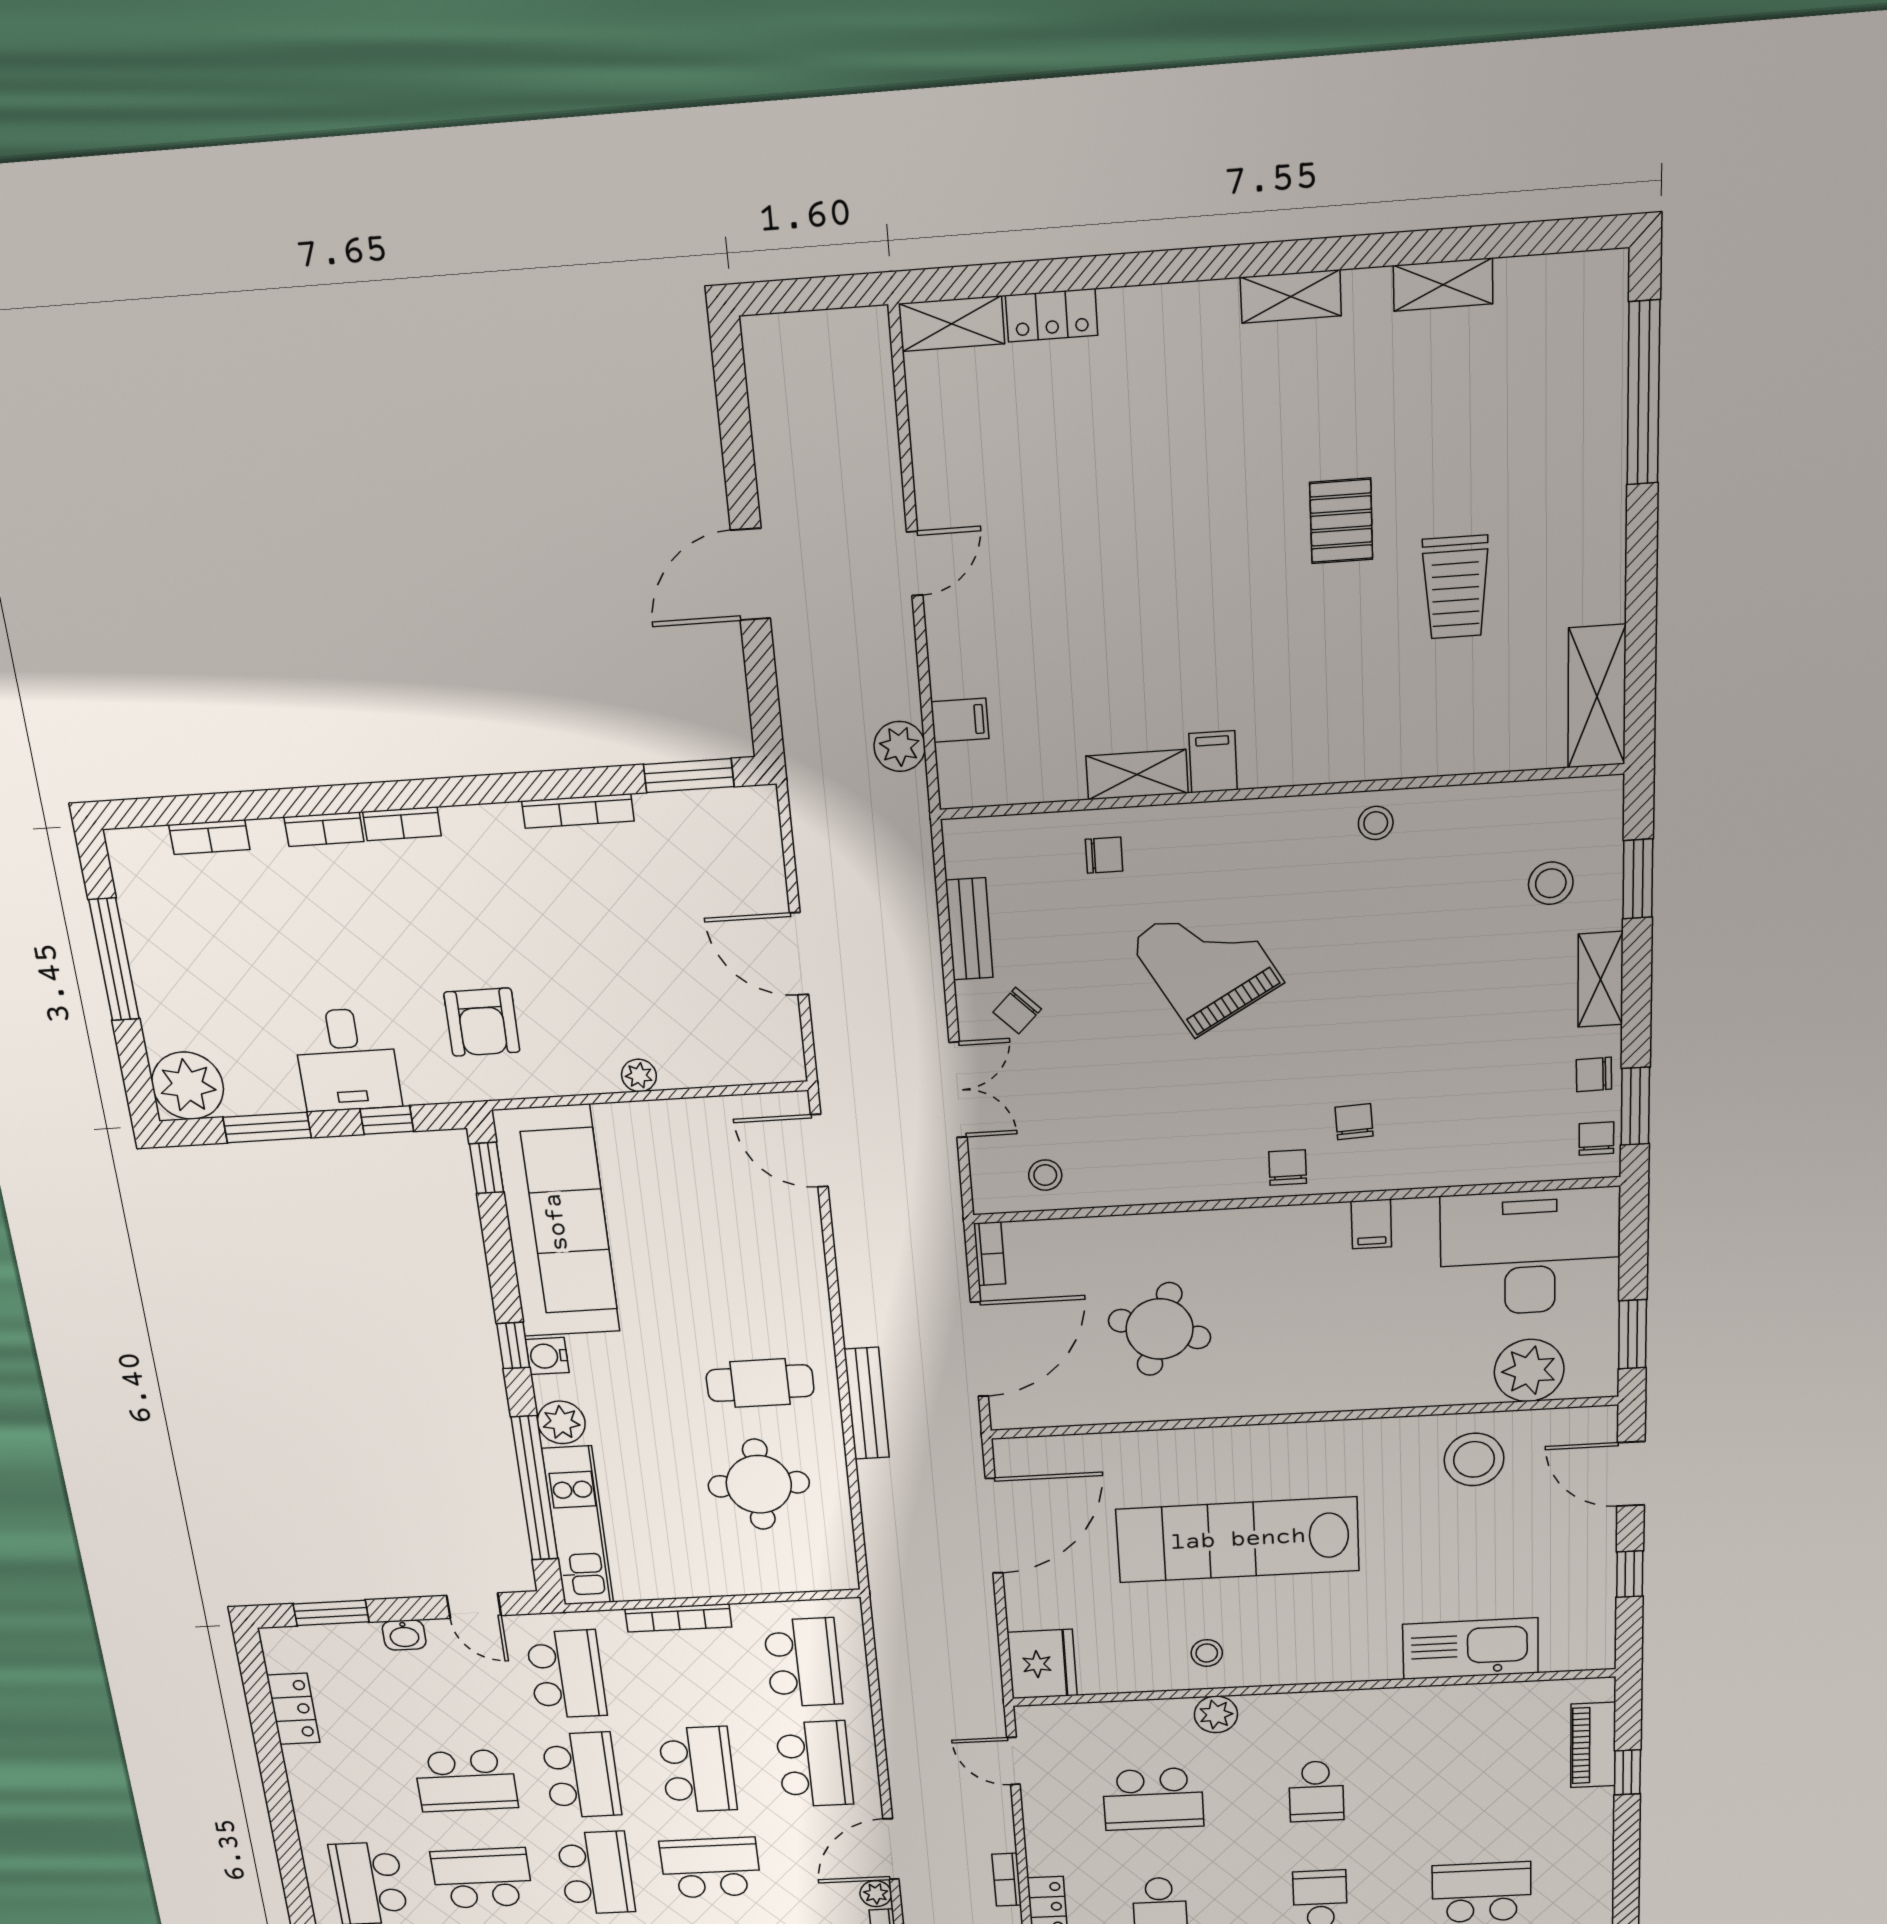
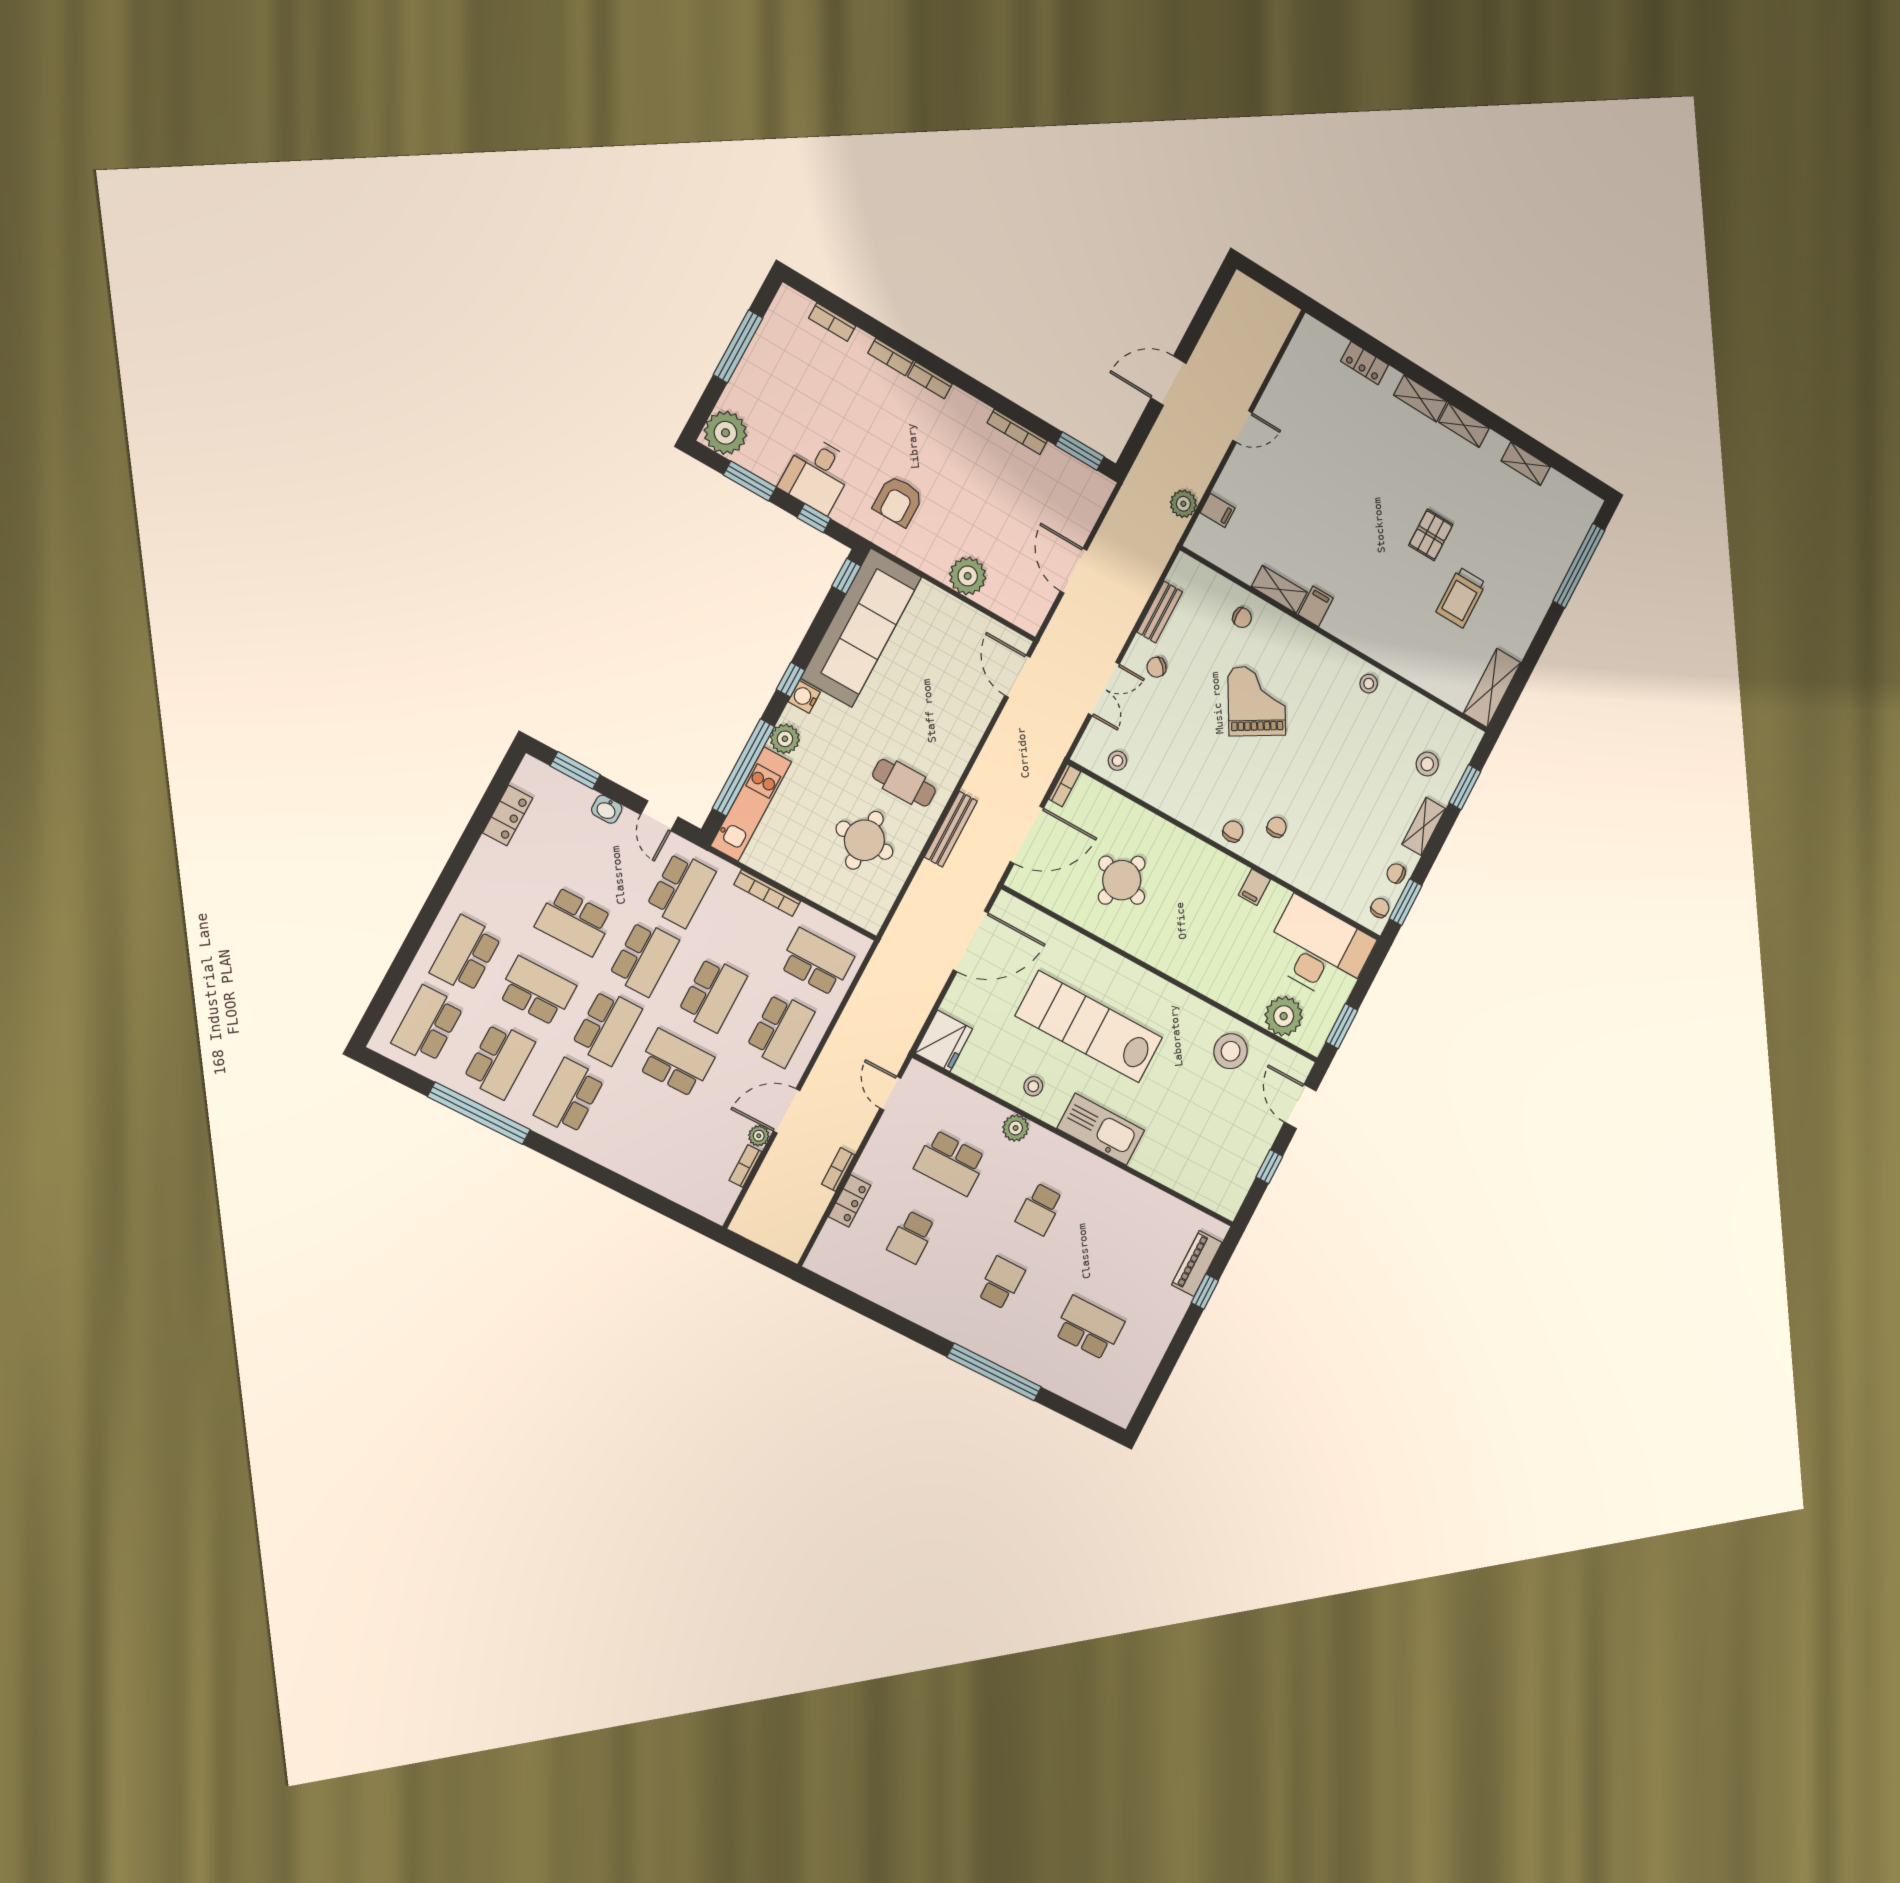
shelving: (952, 324) -> (1420, 398), moved
plant: (639, 1075) -> (968, 576), width x1.88, depth x1.88
kitchen sink: (1471, 1649) -> (1101, 1129), moved
school desk: (803, 1662) -> (816, 962), turned -90

